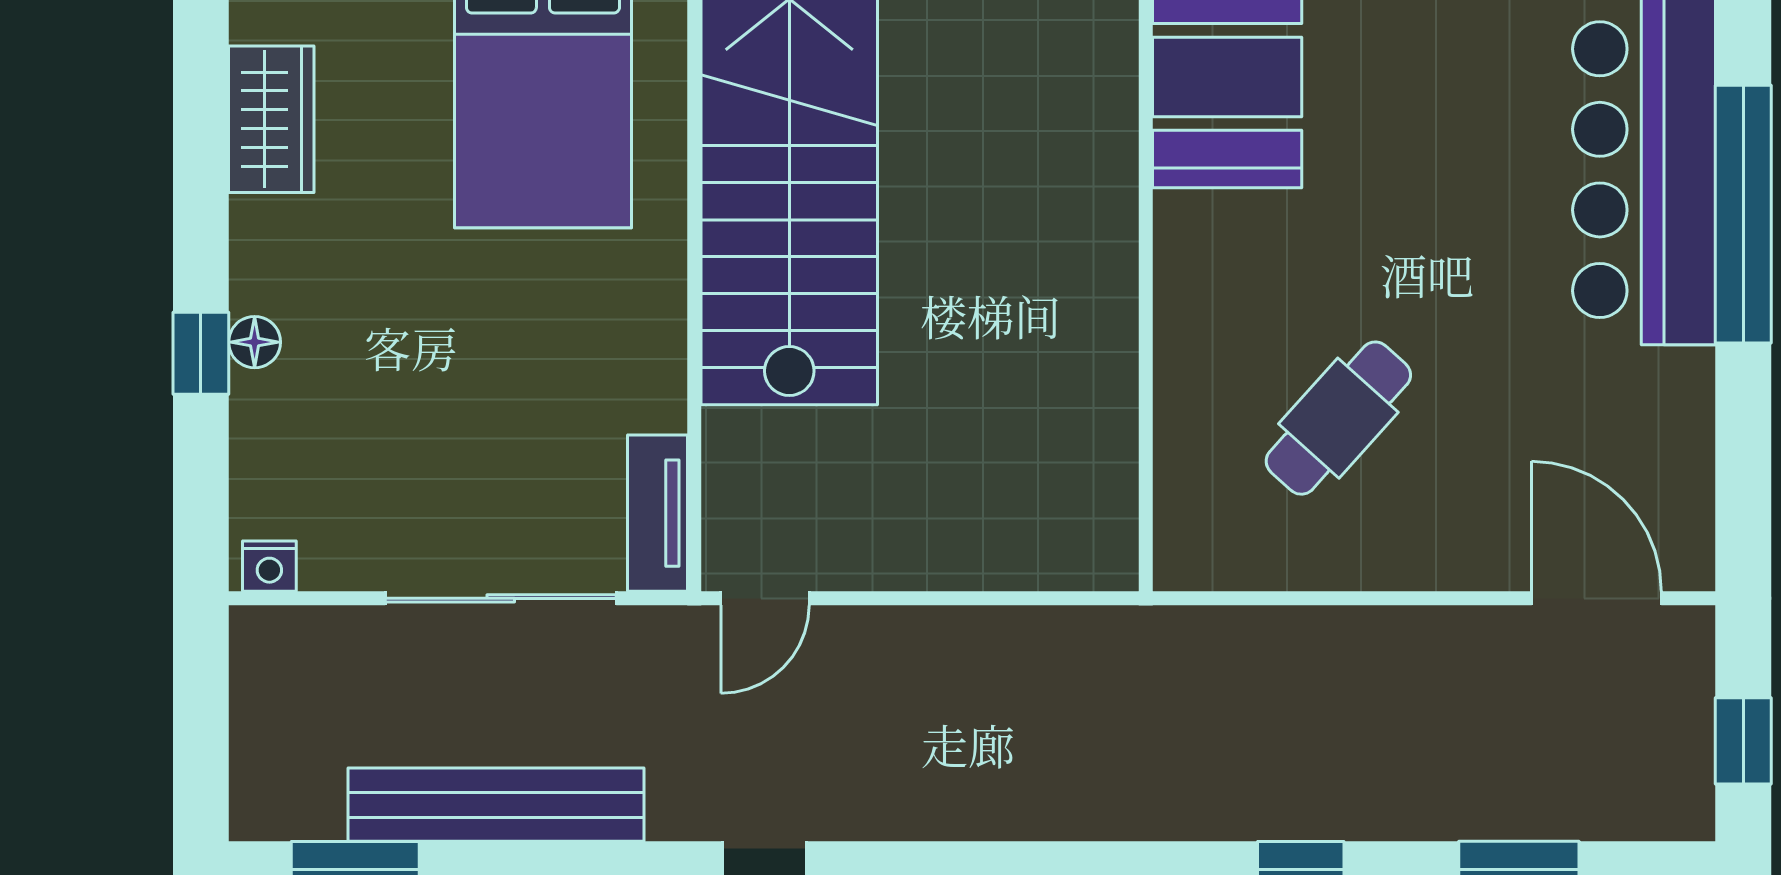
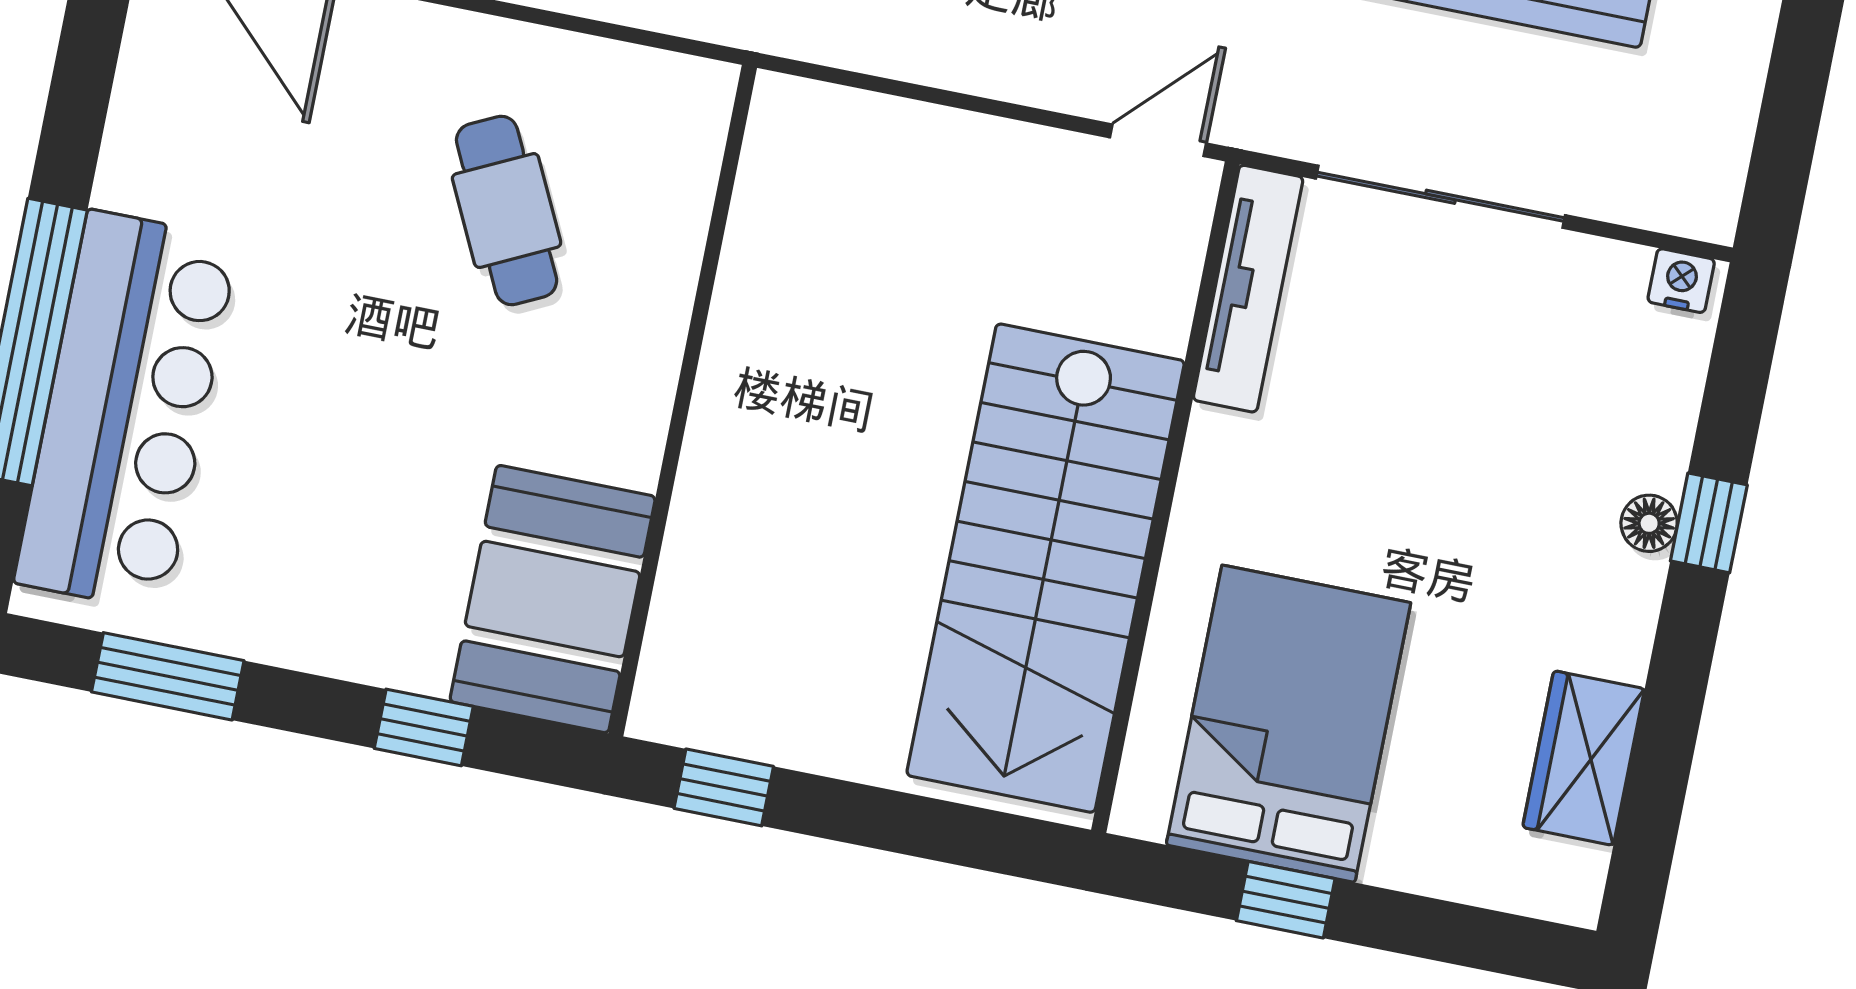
cafe table: (1338, 418) -> (507, 211), turned -68
tv unit: (657, 513) -> (1248, 289), width x1.41

